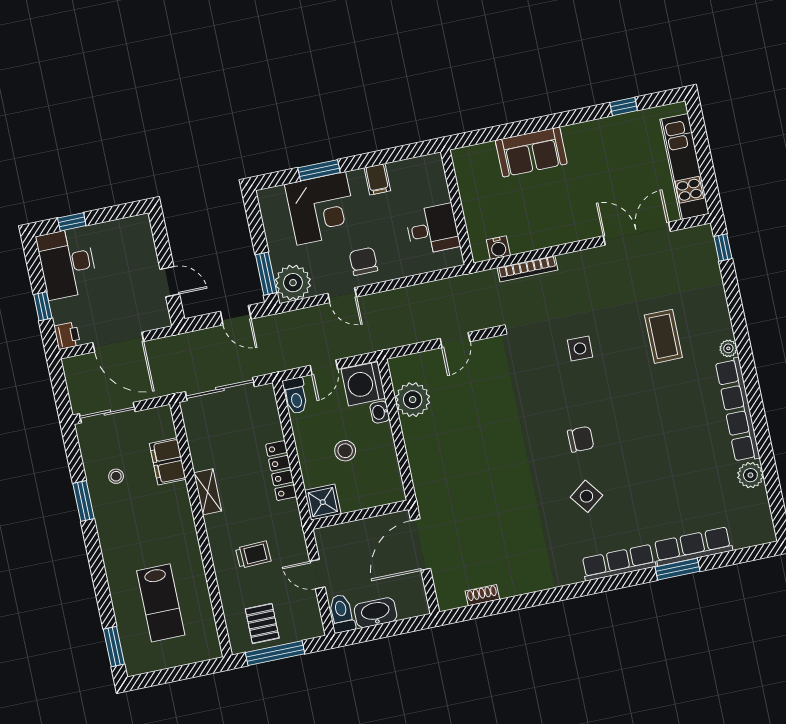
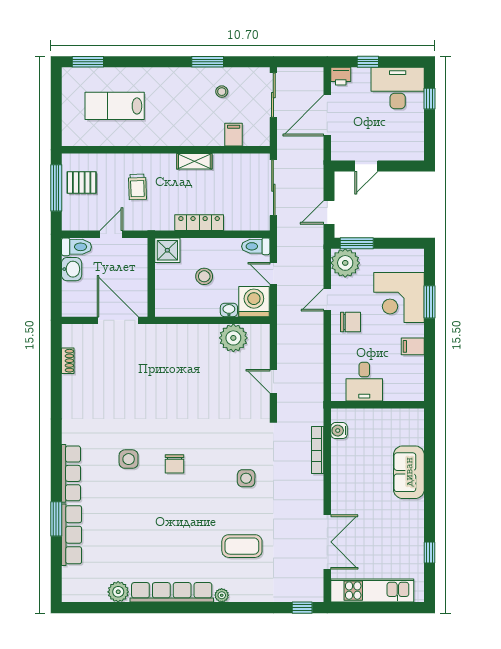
filing cabinet: (168, 461) -> (234, 135), width x0.50
side table: (586, 496) -> (129, 459), turned 37
washbasin: (376, 613) -> (72, 269), width x0.72

